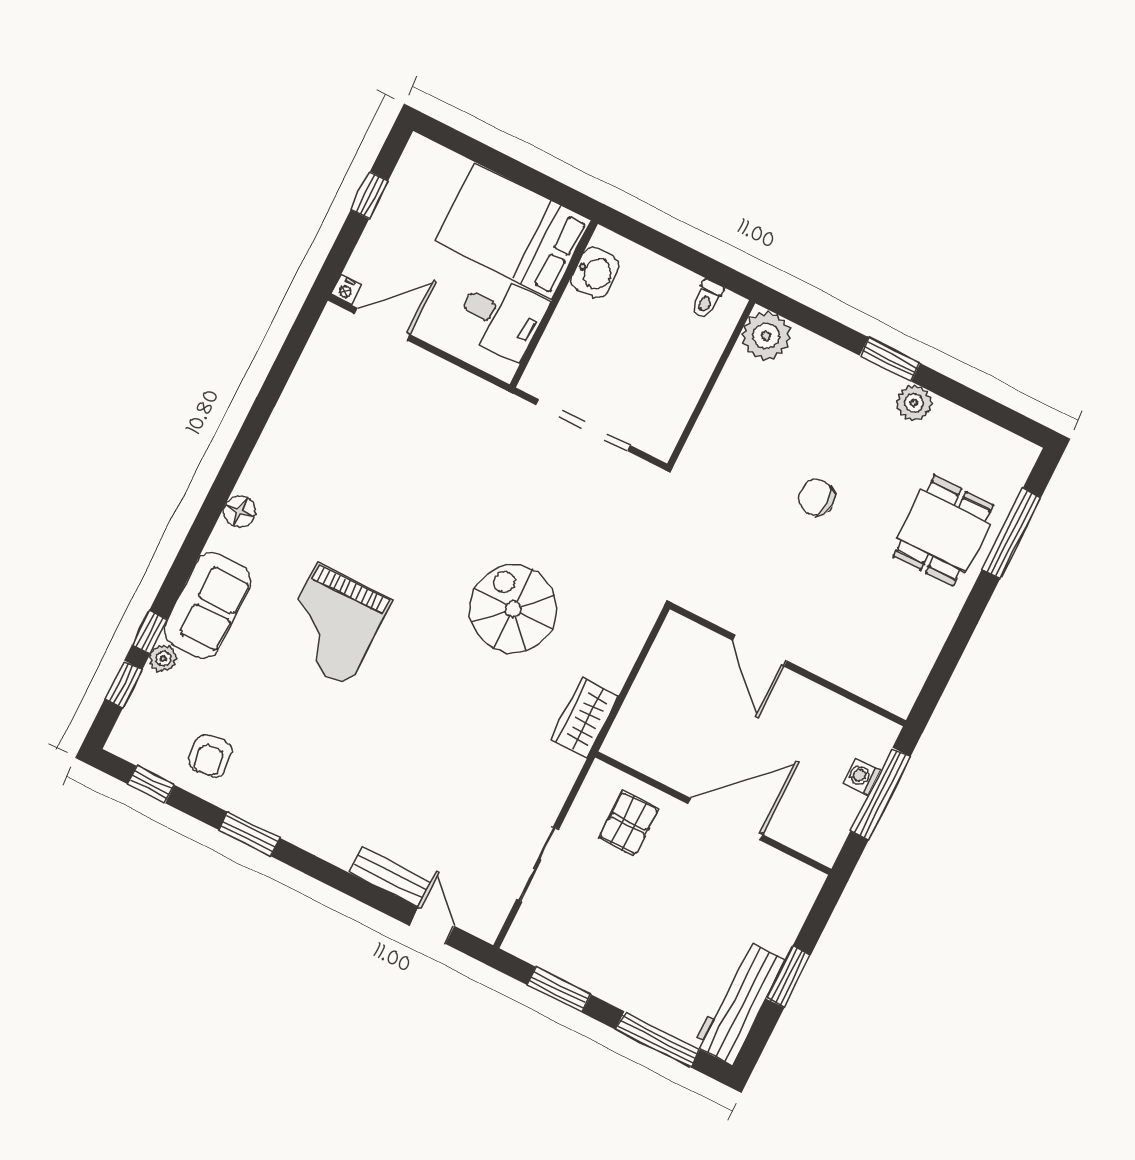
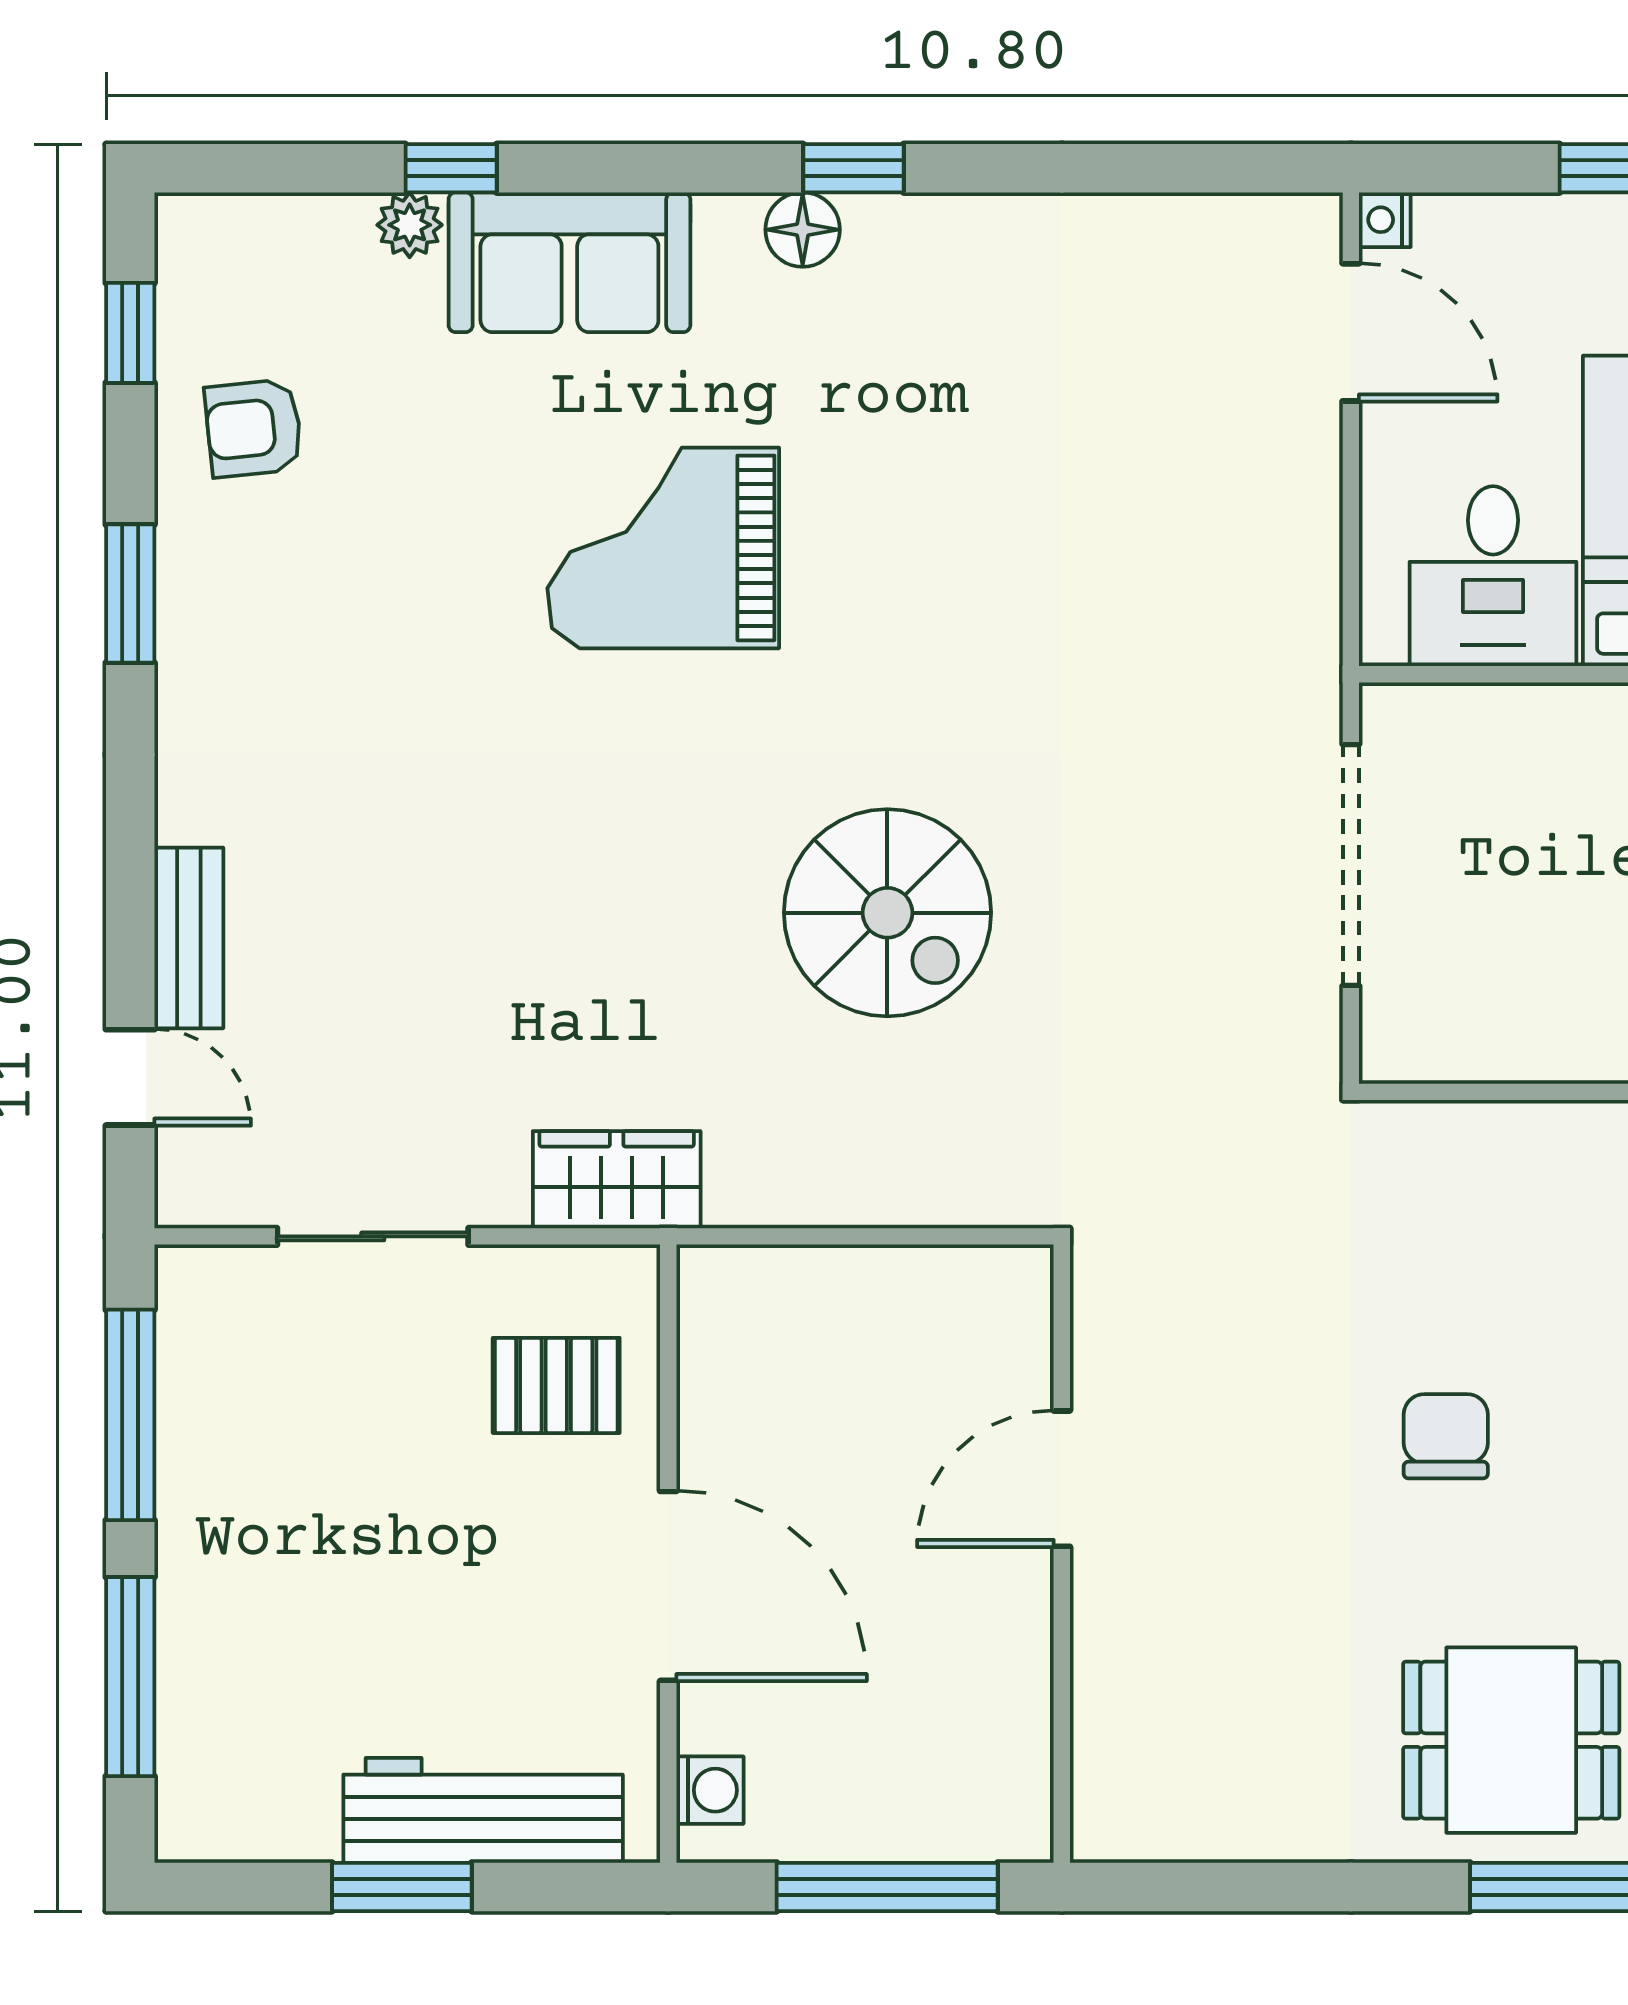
spiral stairs: (513, 609) -> (887, 913), turned 90
window: (124, 684) -> (853, 168), moved
wardrobe: (585, 718) -> (617, 1180), moved
washing machine: (862, 777) -> (710, 1790), moved, turned 90
door: (432, 926) -> (130, 1077), hinge flipped
window: (559, 990) -> (130, 1415), width x1.44
workbench: (739, 1003) -> (483, 1810), moved

